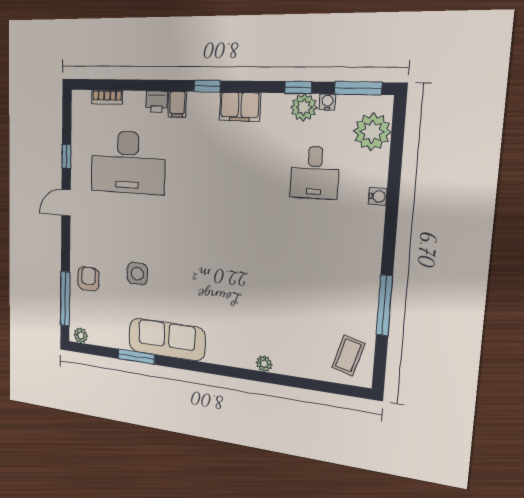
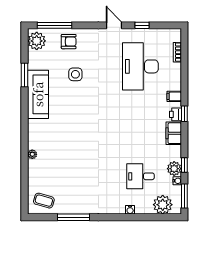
printer: (157, 102) -> (175, 114), moved
plant: (81, 336) -> (37, 41), width x1.87, depth x1.87

